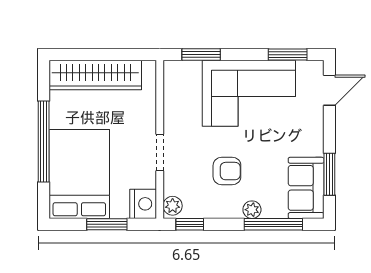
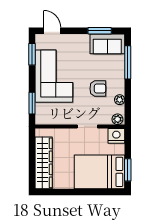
window: (44, 141) -> (81, 192), removed
armchair: (227, 171) -> (98, 89), turned 90
plant: (252, 210) -> (120, 100), moved
window: (107, 224) -> (128, 170), moved
window: (190, 224) -> (128, 110), removed

